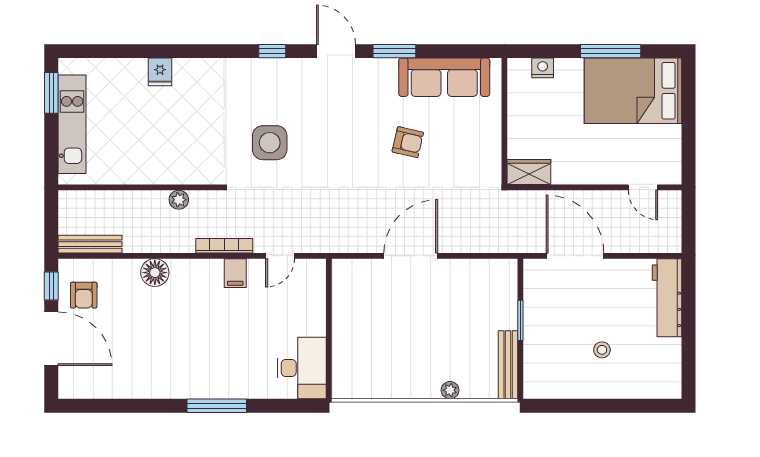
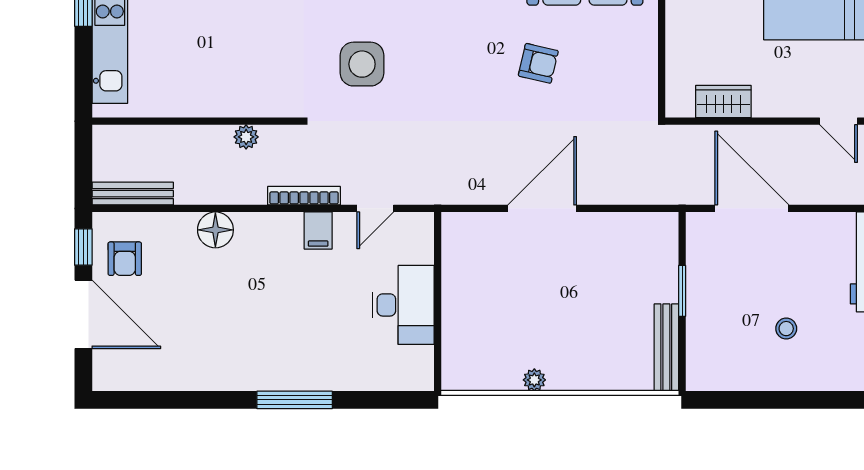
wardrobe: (529, 172) -> (723, 102), moved
desk: (302, 368) -> (403, 305), moved
plant: (450, 390) -> (534, 380), moved

